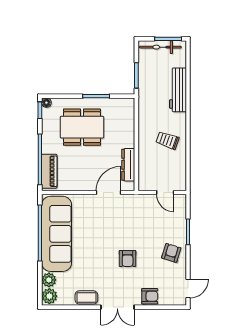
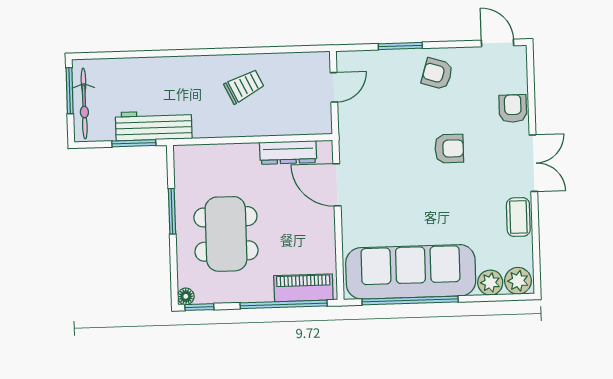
workbench: (178, 90) -> (154, 126), moved, turned 180
trolley: (167, 140) -> (244, 86), turned -135

